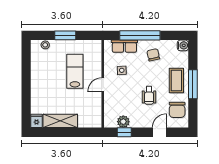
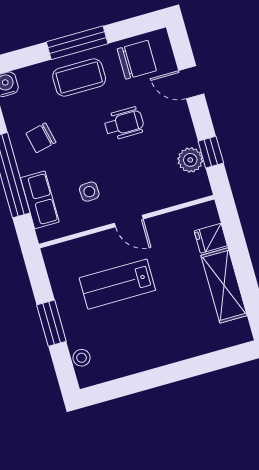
fridge: (37, 121) -> (211, 238), moved

